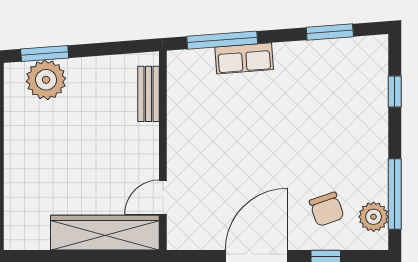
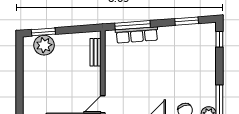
row of seats: (244, 58) -> (137, 35), width x1.48
window: (395, 92) -> (219, 39), moved

